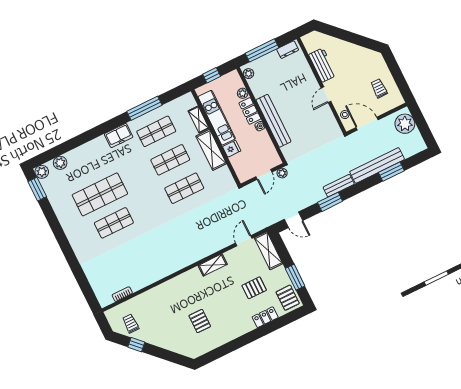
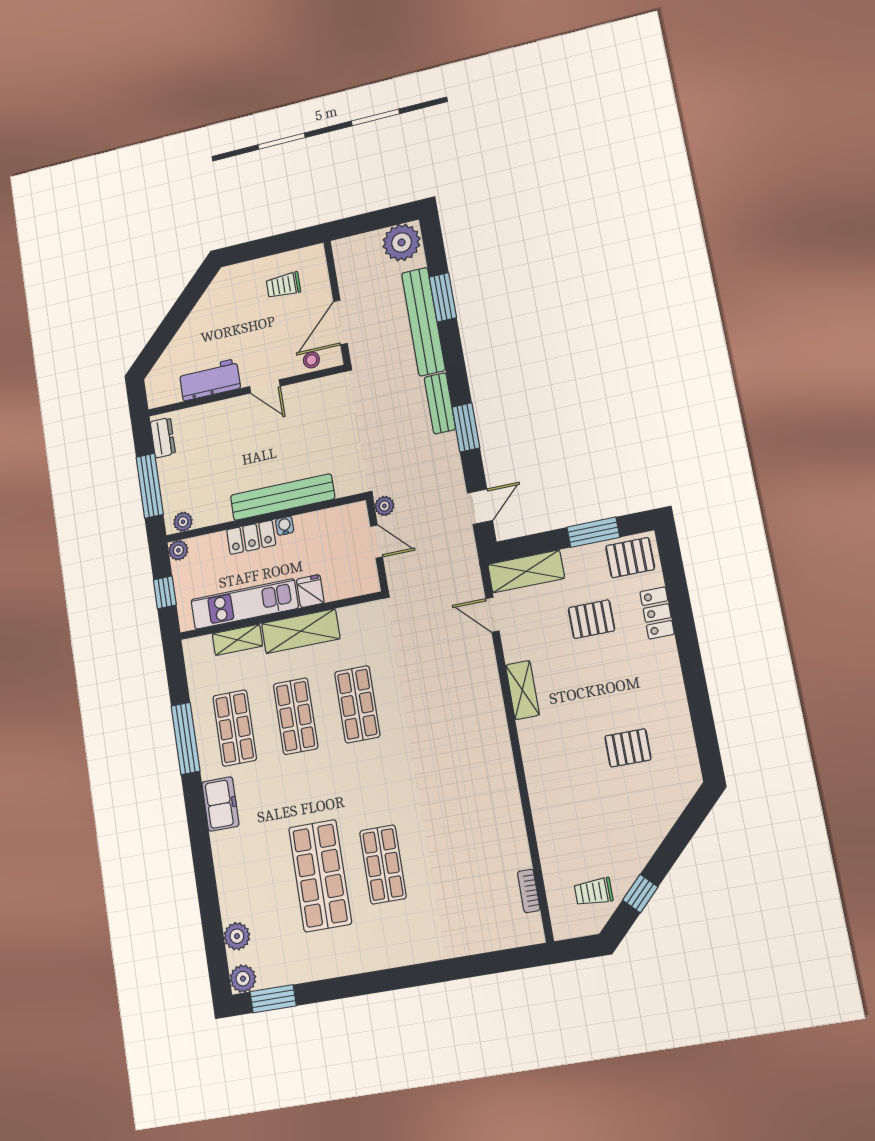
plant: (243, 93) -> (178, 550), moved
plant: (405, 124) -> (402, 242), moved
pallet: (254, 288) -> (592, 619), turned 90

